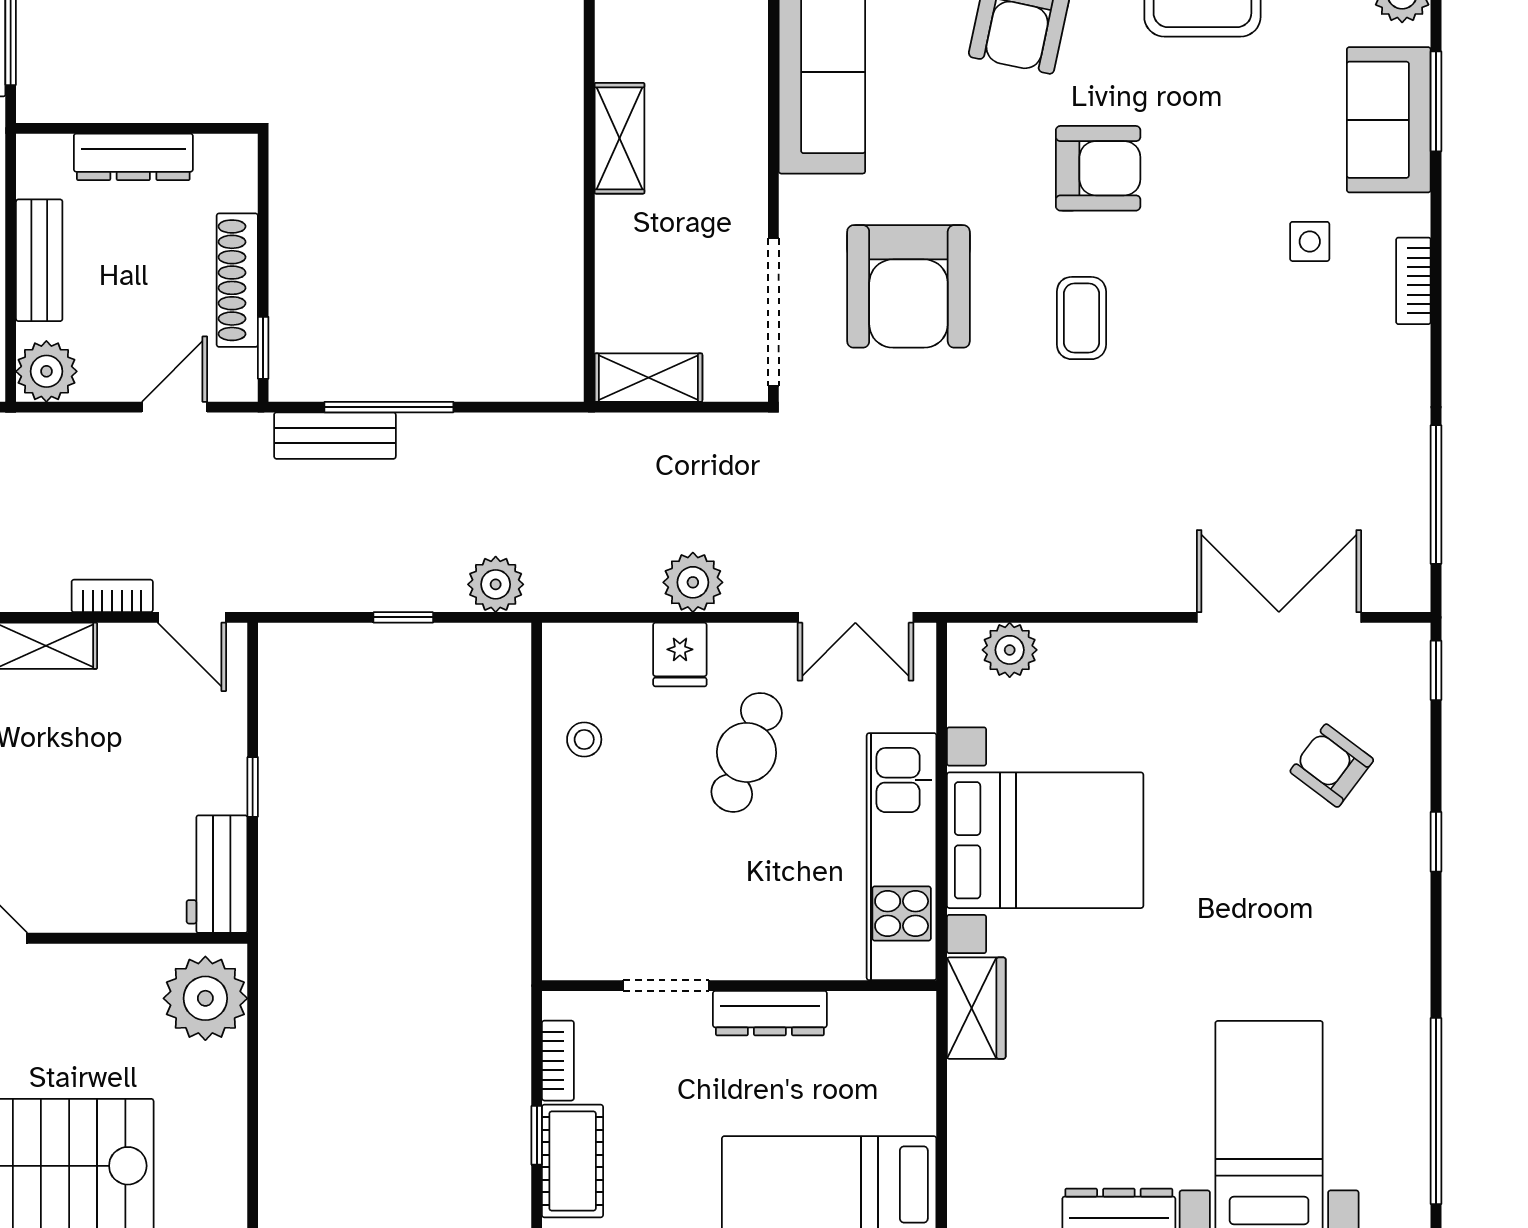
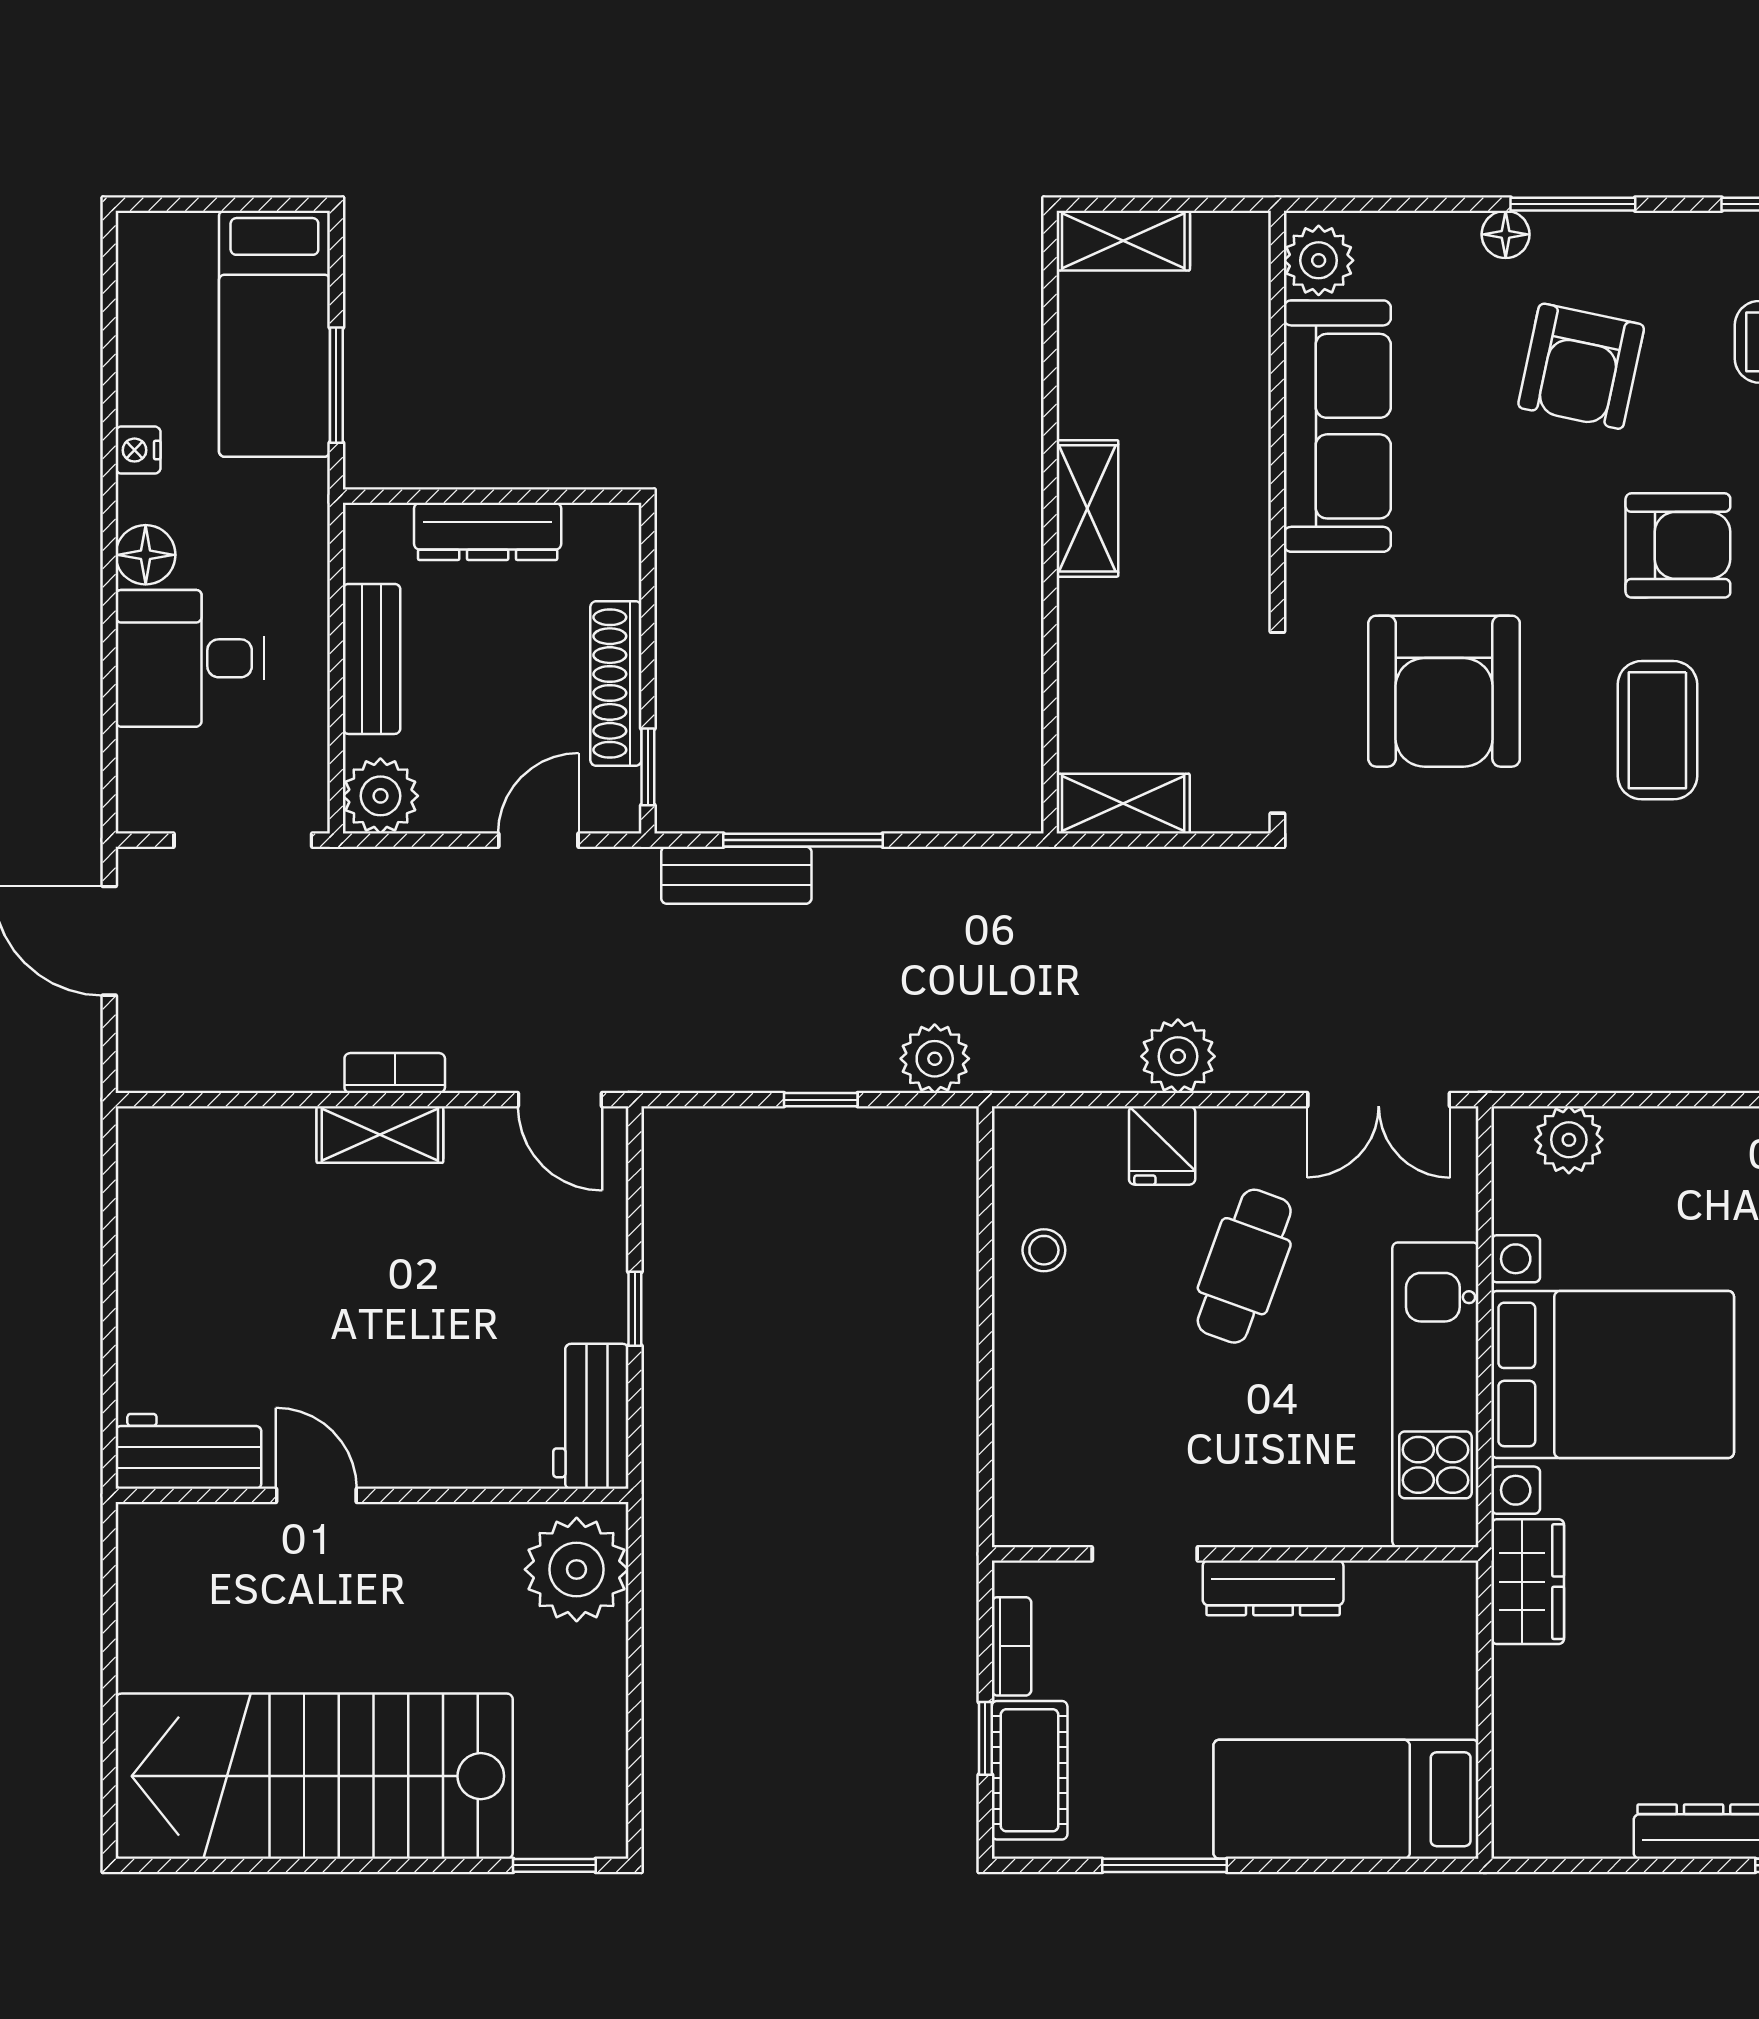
coffee table: (1081, 318) -> (1657, 730), width x1.36, depth x1.30
bookcase: (112, 596) -> (395, 1073), moved

